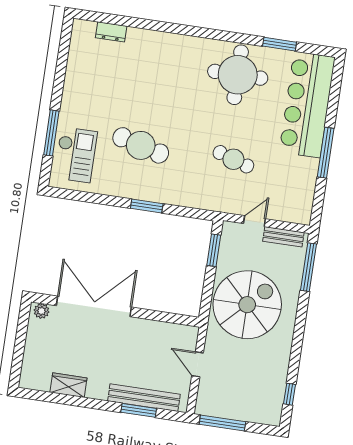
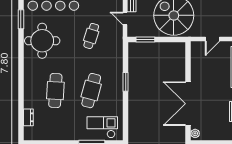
cafe table: (150, 84) -> (55, 91), added

